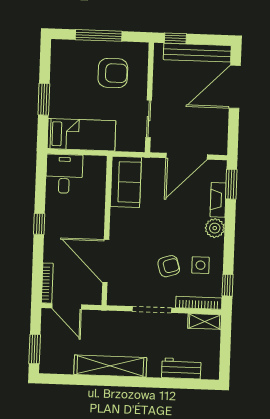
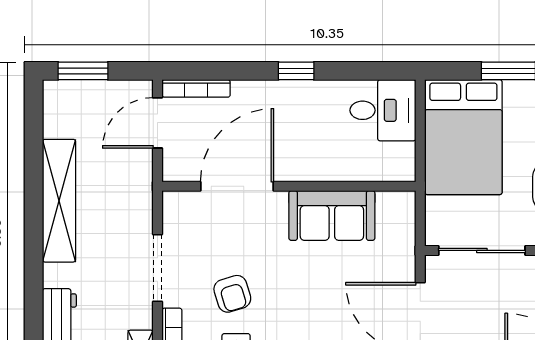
sliding door: (149, 119) -> (482, 250), width x1.37
bed: (81, 135) -> (463, 137), width x1.50
sofa: (126, 182) -> (332, 216), moved

